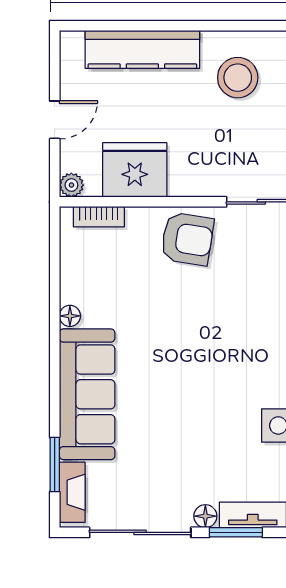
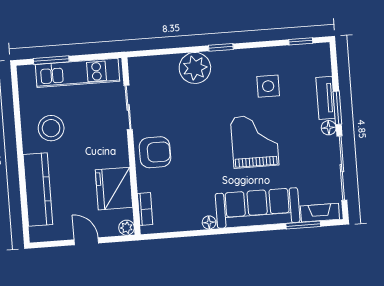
armchair: (187, 239) -> (155, 152), turned 81
grand piano: (193, 398) -> (255, 141), added

